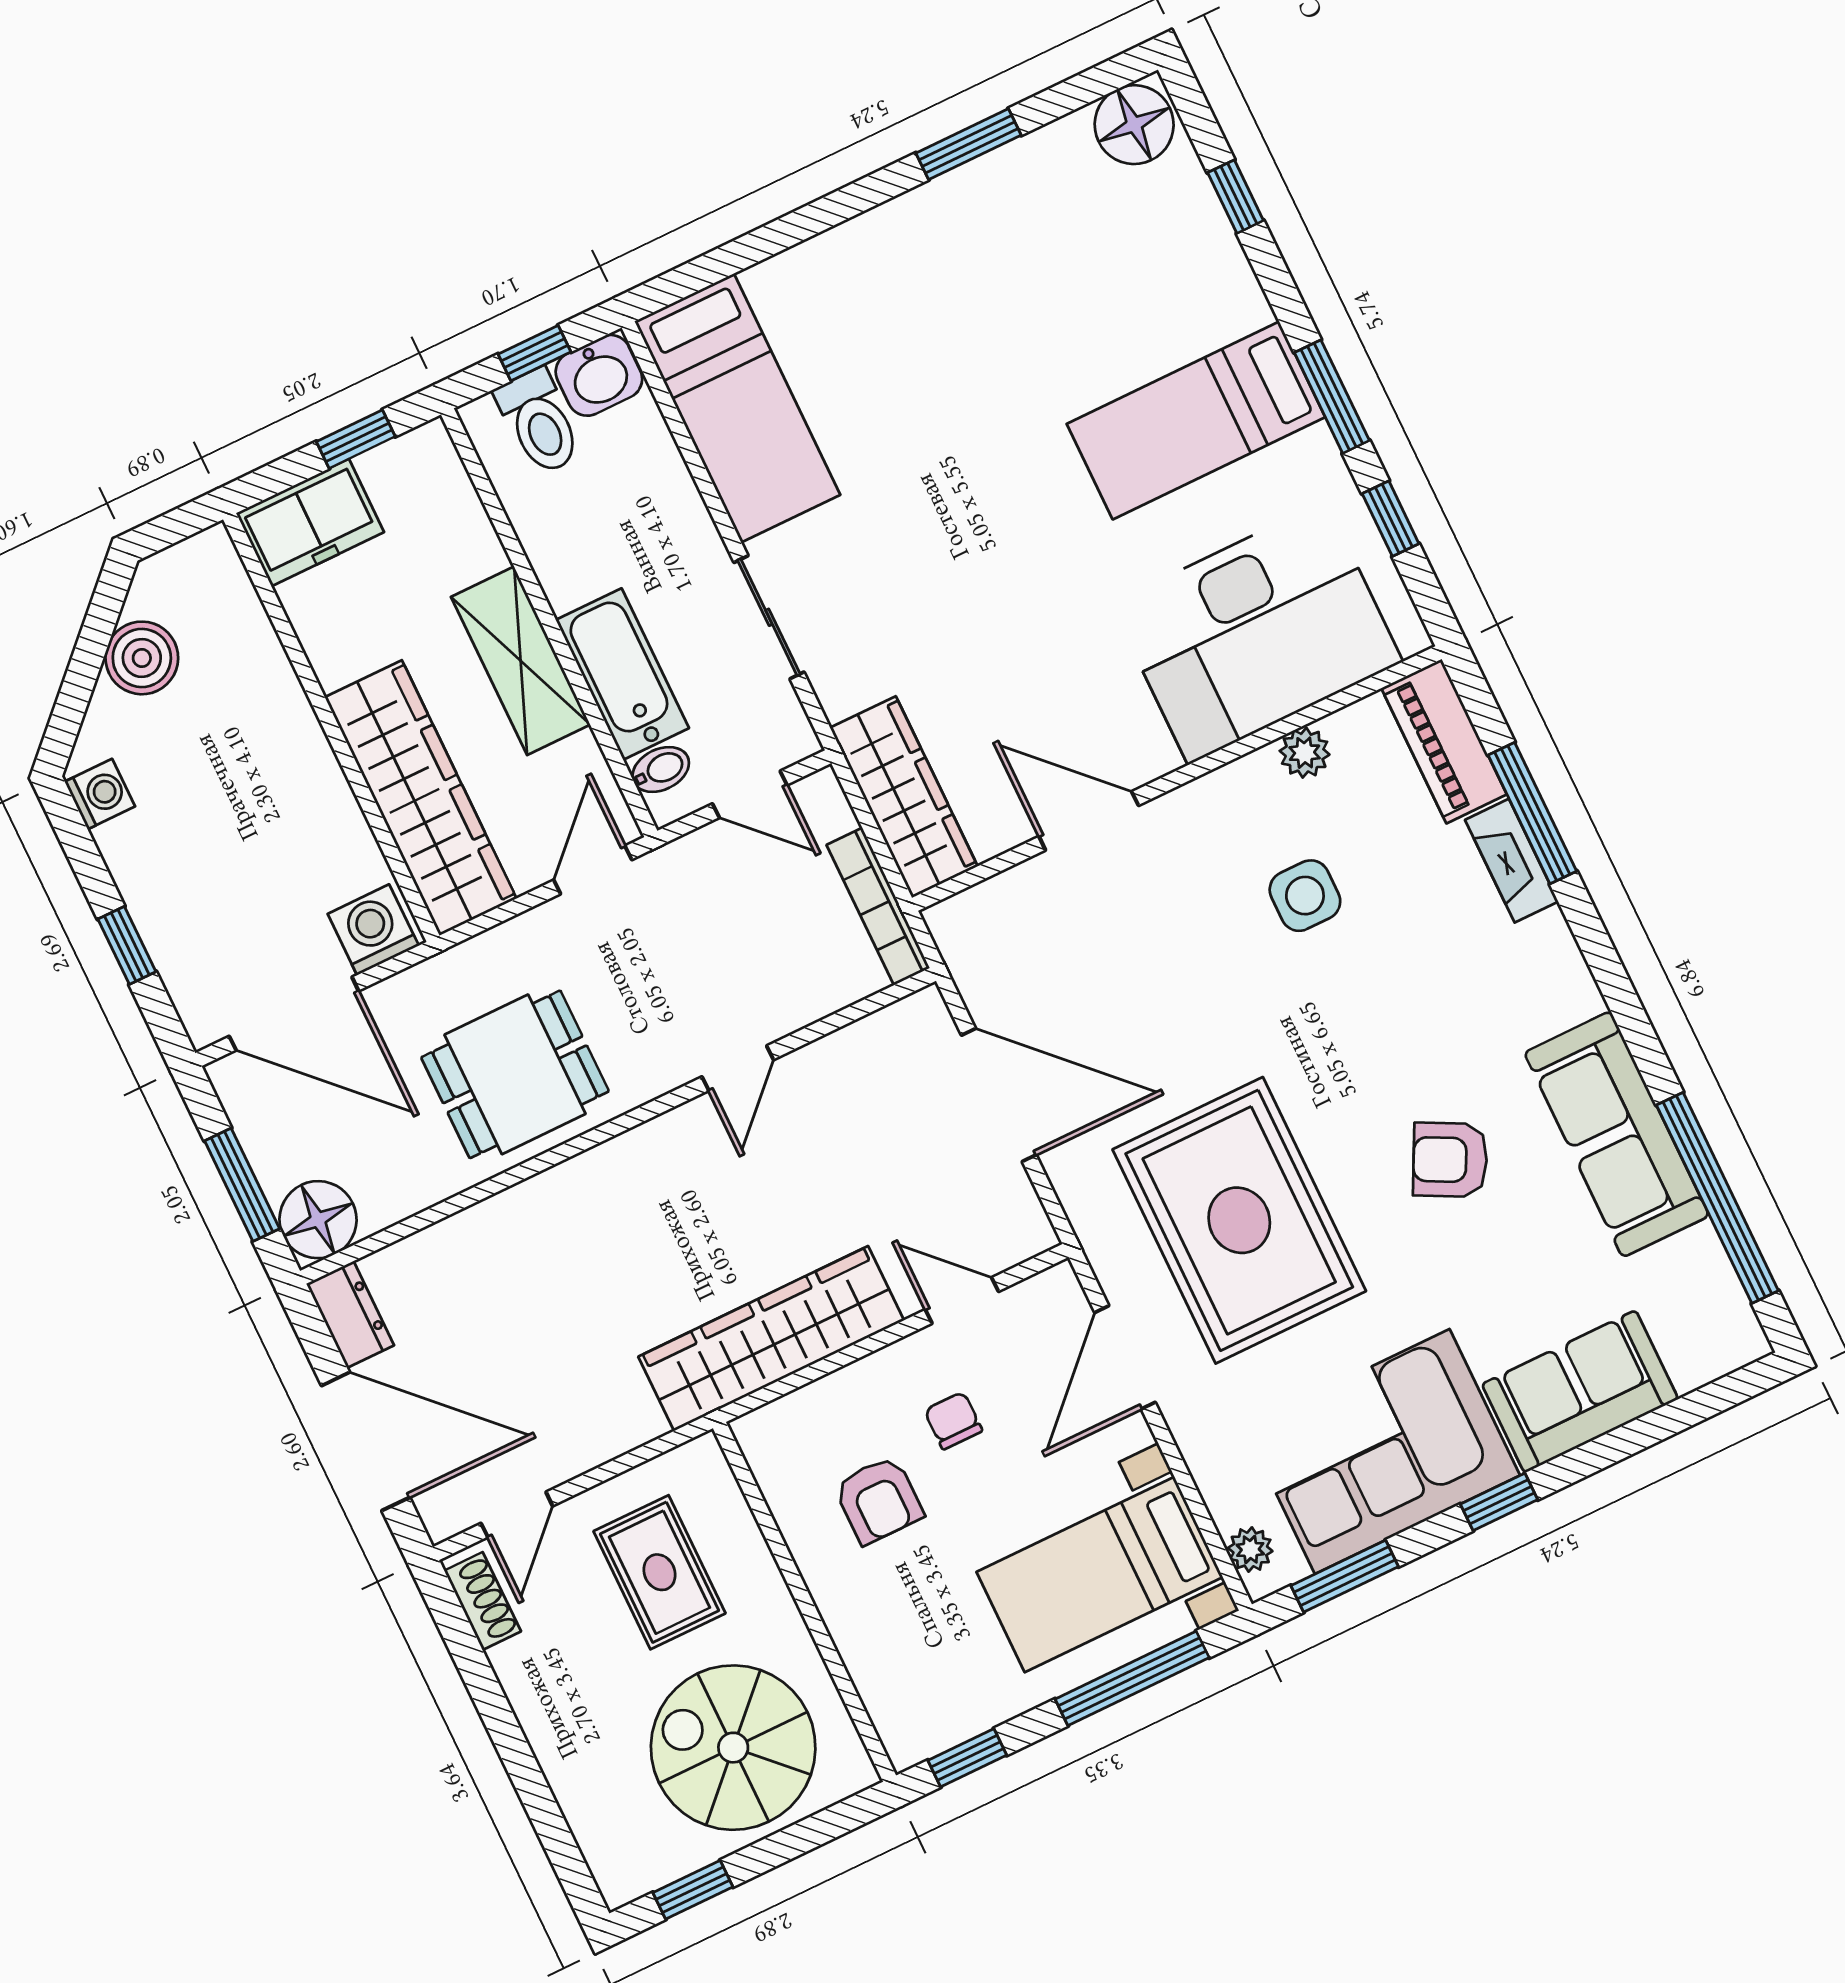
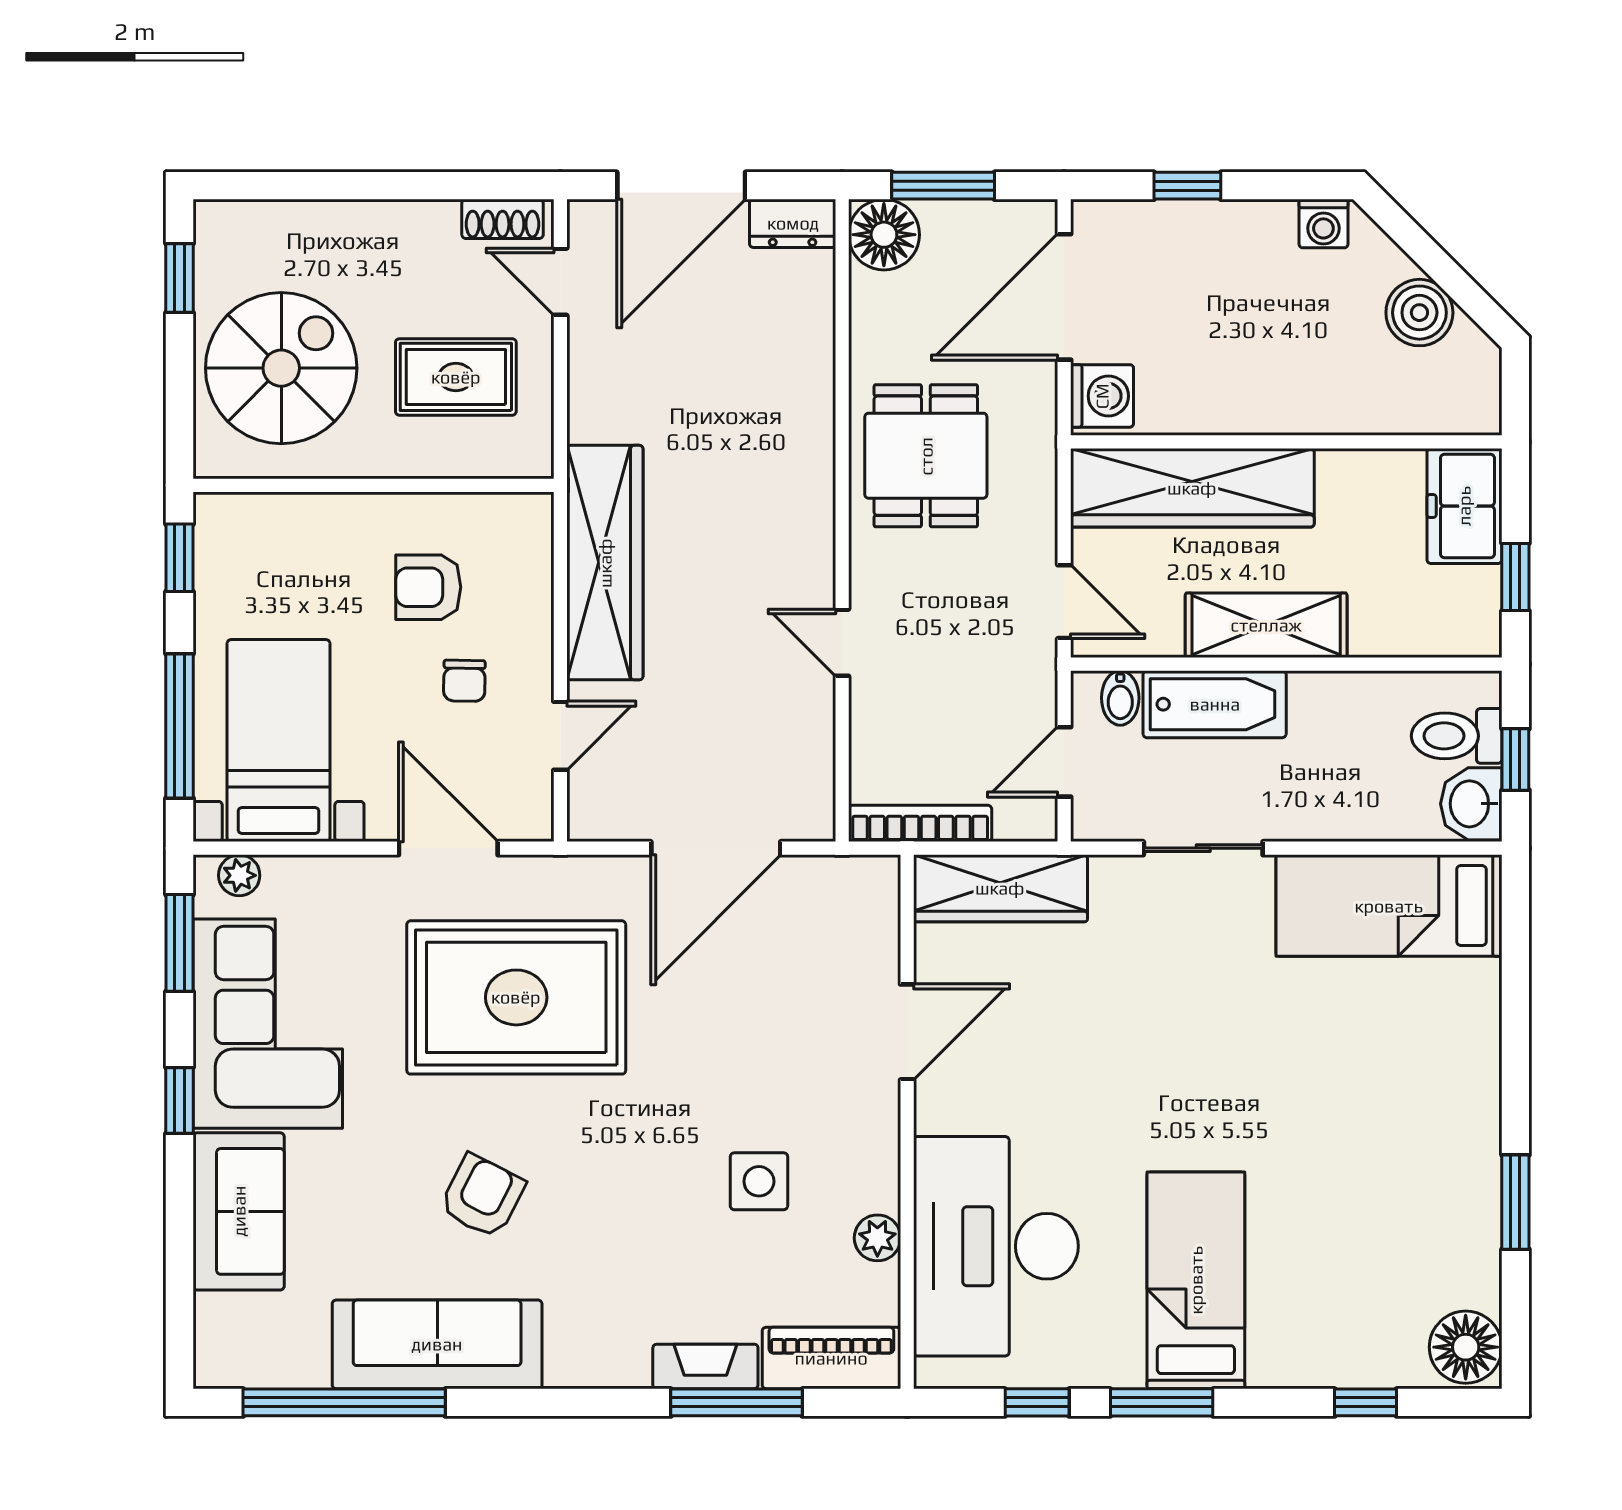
chair: (953, 1421) -> (464, 681), turned 91

